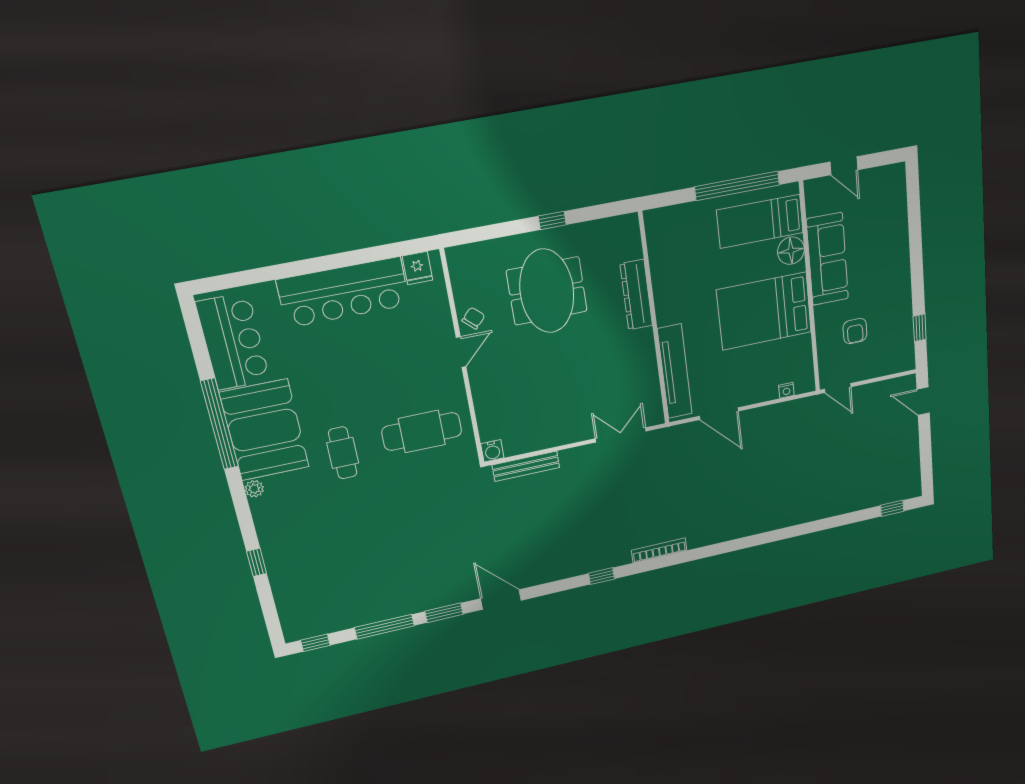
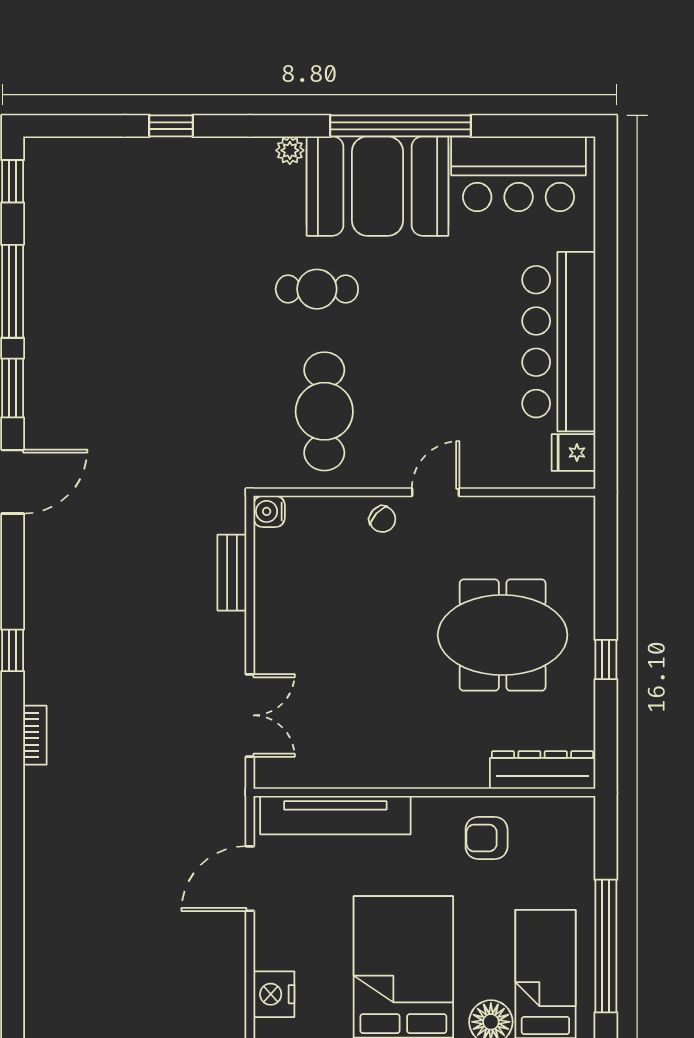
armchair: (678, 276) -> (487, 838), added
dresser: (636, 295) -> (543, 770), moved
chair: (473, 318) -> (382, 519), moved
door: (461, 352) -> (436, 492), swing flipped
nightstand: (786, 390) -> (274, 994), width x1.89, depth x1.79
bench: (526, 466) -> (232, 573), width x0.73
bookcase: (659, 550) -> (35, 735), width x0.64

